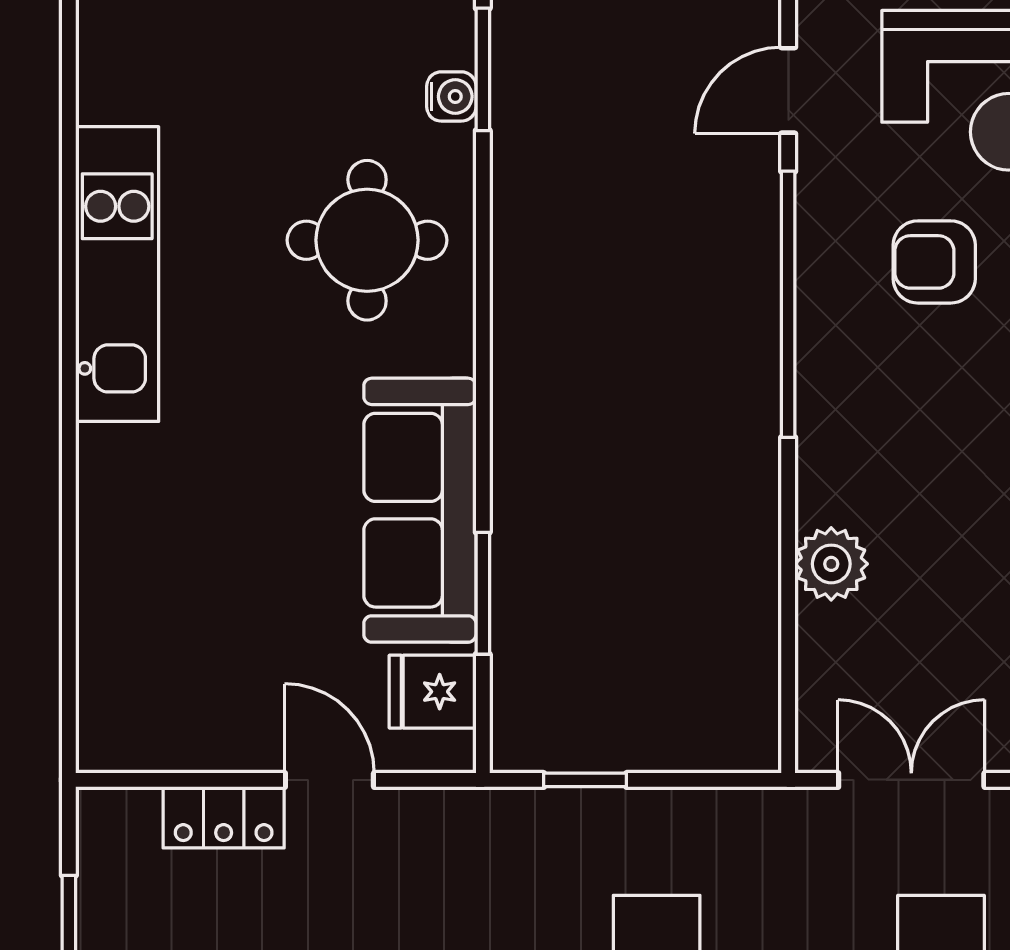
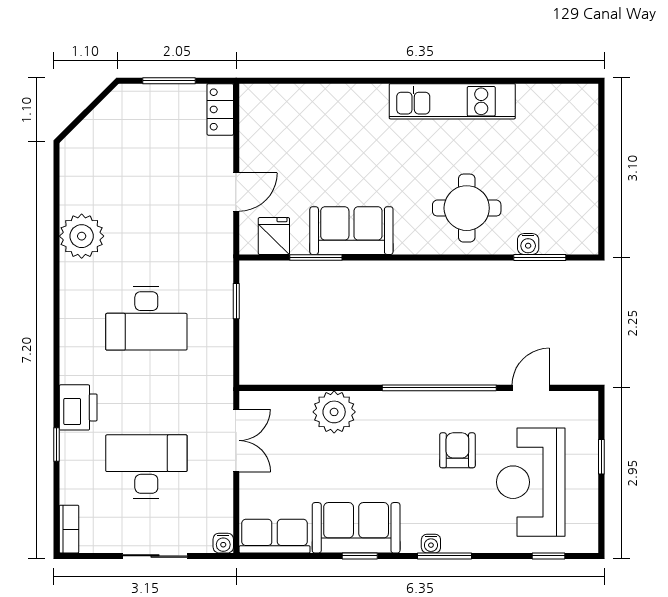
door: (788, 90) -> (531, 388), hinge flipped
sofa: (420, 510) -> (351, 231), width x0.73
plant: (831, 564) -> (334, 412), width x1.36, depth x1.36
locker: (224, 817) -> (220, 109), moved

